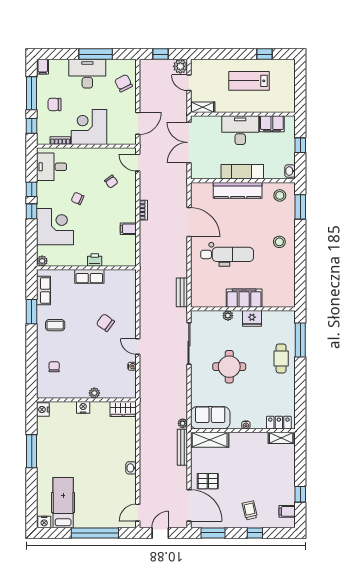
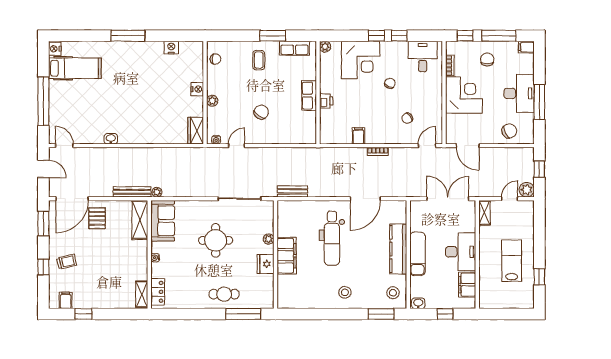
plant: (94, 393) -> (212, 101), moved
wall: (86, 400) -> (205, 93), moved
nightstand: (83, 407) -> (197, 89), moved
wardrobe: (123, 409) -> (196, 131), moved

